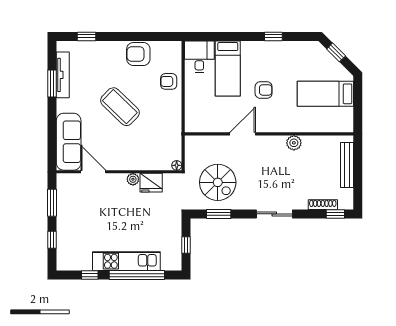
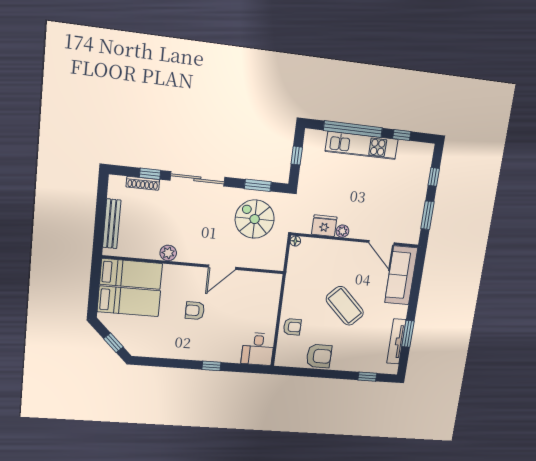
window: (273, 36) -> (211, 366), moved
bed: (228, 68) -> (131, 274), moved, turned 90
sliding door: (274, 214) -> (197, 179), width x1.37
window: (335, 214) -> (150, 174), moved

